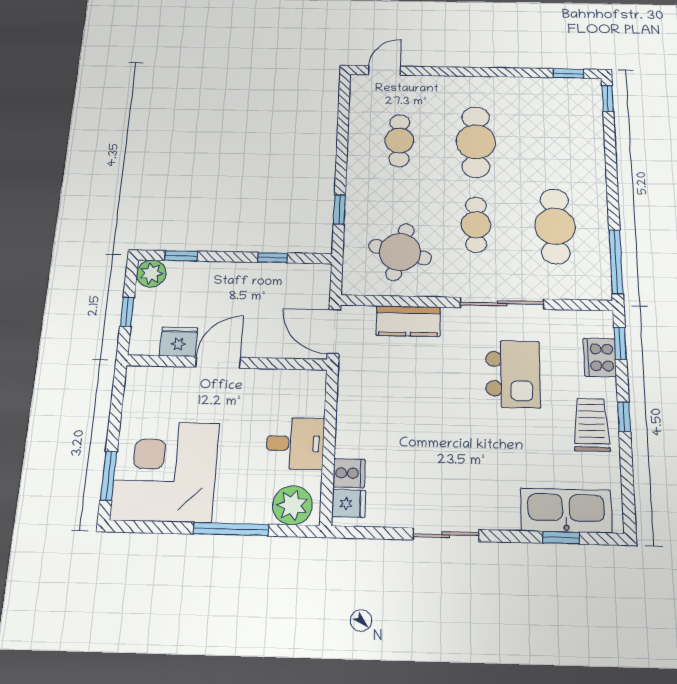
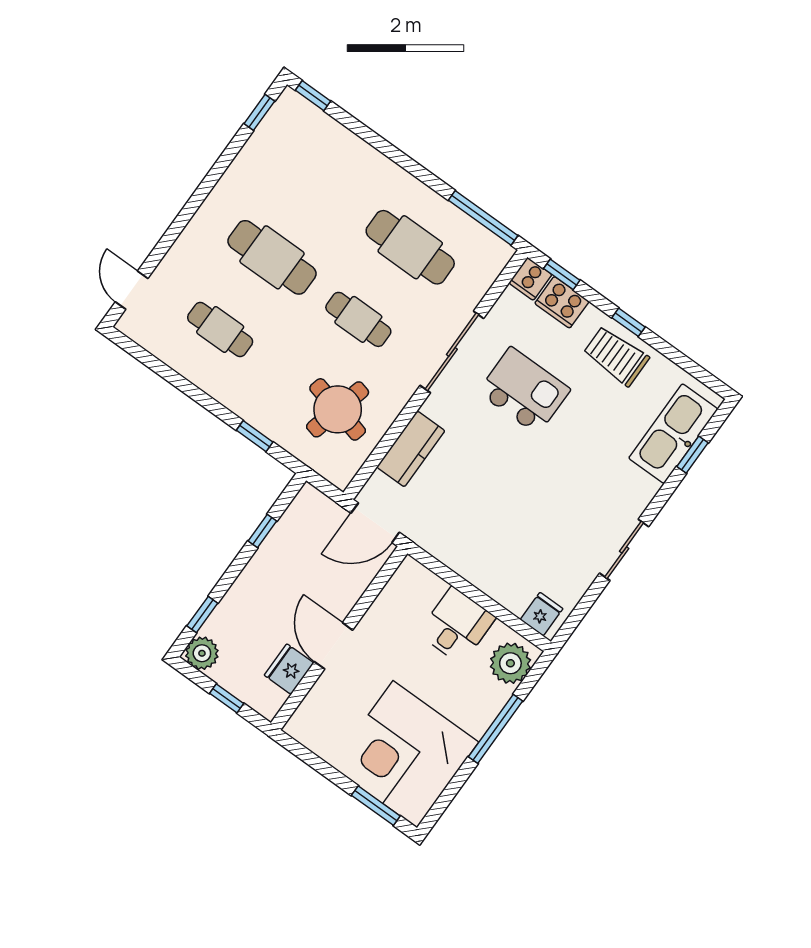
cooker: (349, 473) -> (530, 279), moved, turned 180

